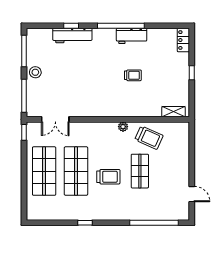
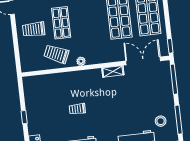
stool: (35, 72) -> (161, 121), moved
shelving: (173, 112) -> (113, 71), moved
double door: (55, 119) -> (143, 61), width x1.37
trolley: (108, 177) -> (34, 29), moved

